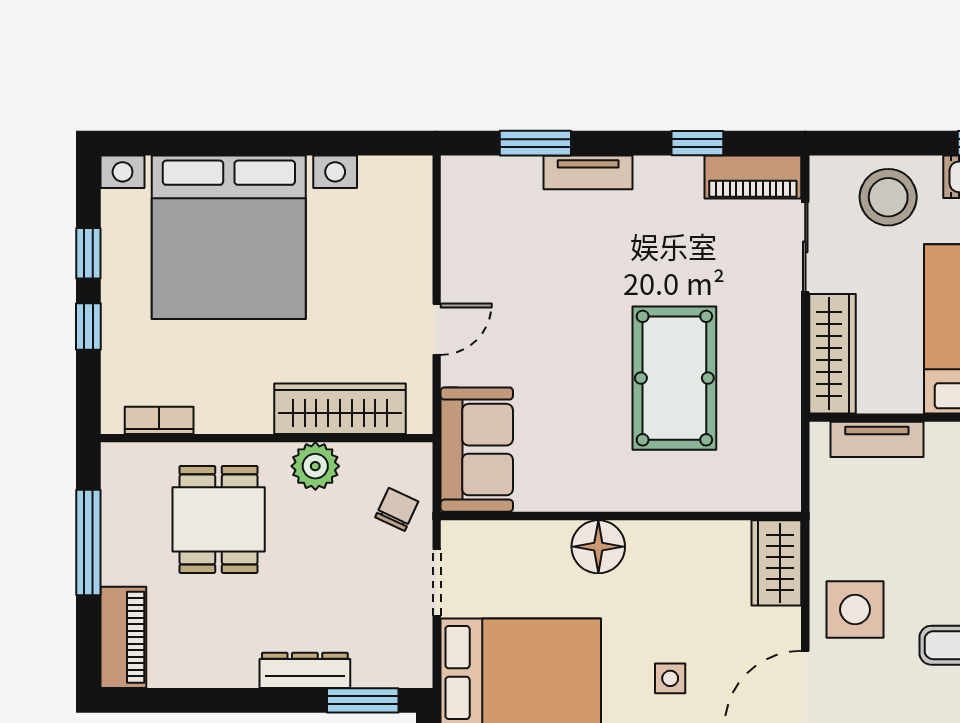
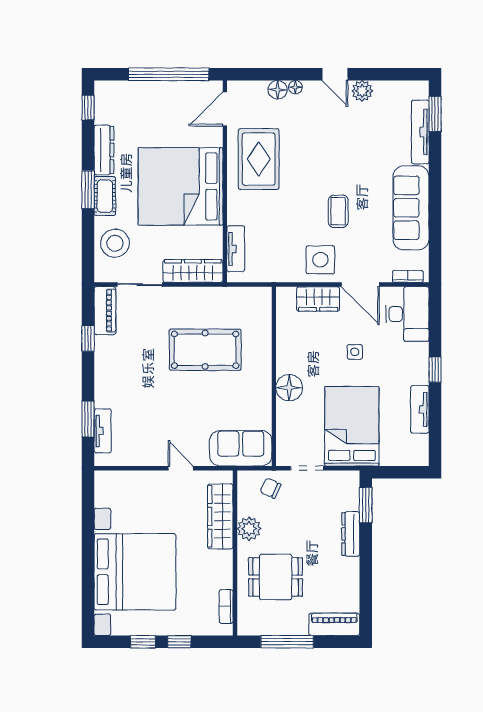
tv unit: (588, 172) -> (103, 431), moved
wardrobe: (776, 563) -> (318, 299), moved

